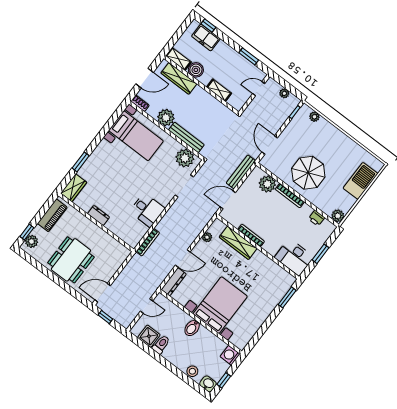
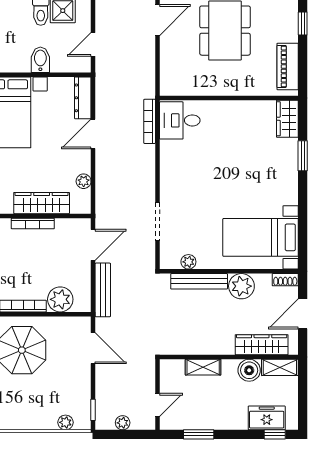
plant: (185, 158) -> (188, 262), width x0.53, depth x0.53
desk: (147, 210) -> (180, 120), moved
dresser: (98, 215) -> (233, 108), removed
plant: (32, 241) -> (289, 17), removed
bidet: (192, 328) -> (40, 60), moved

